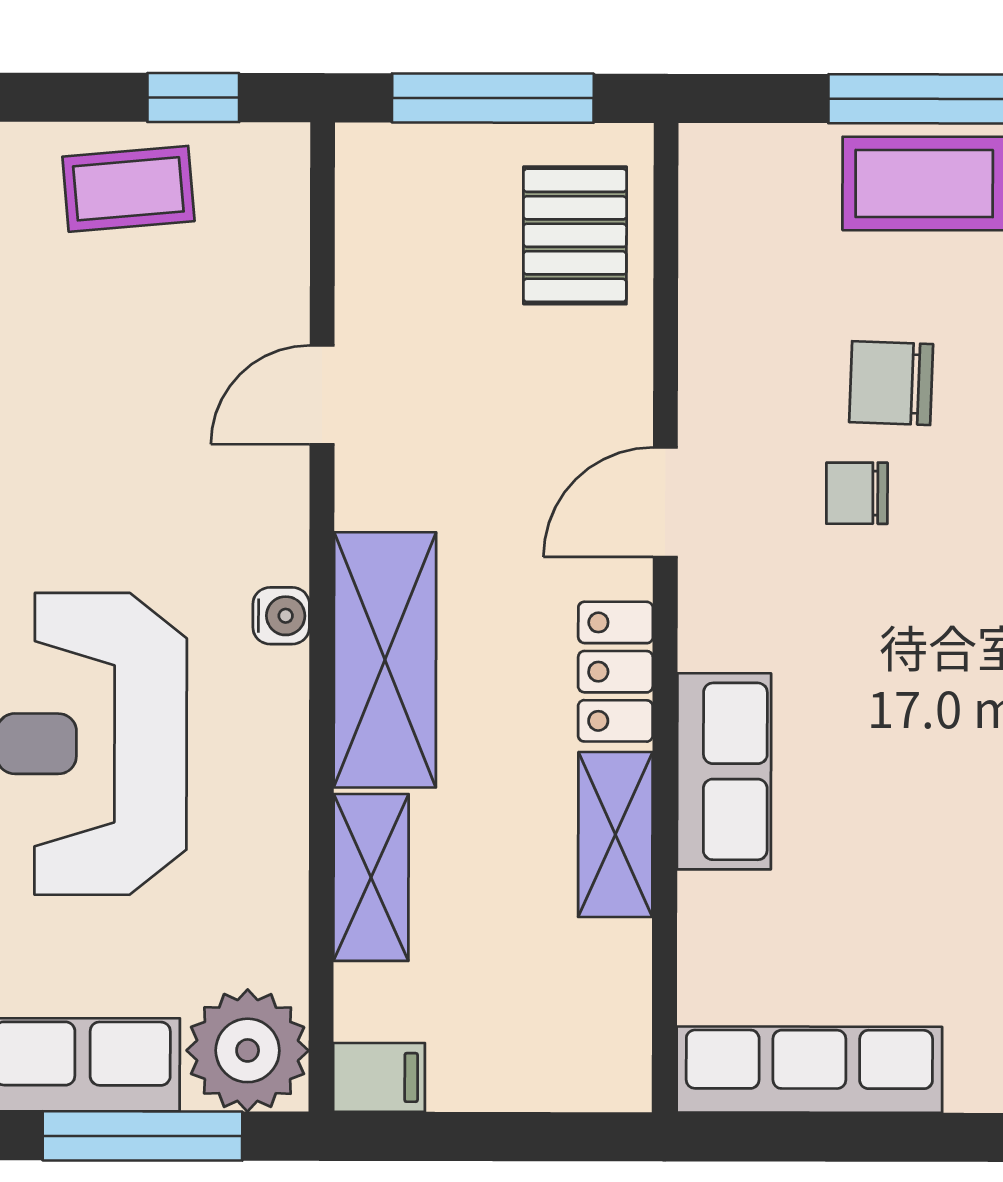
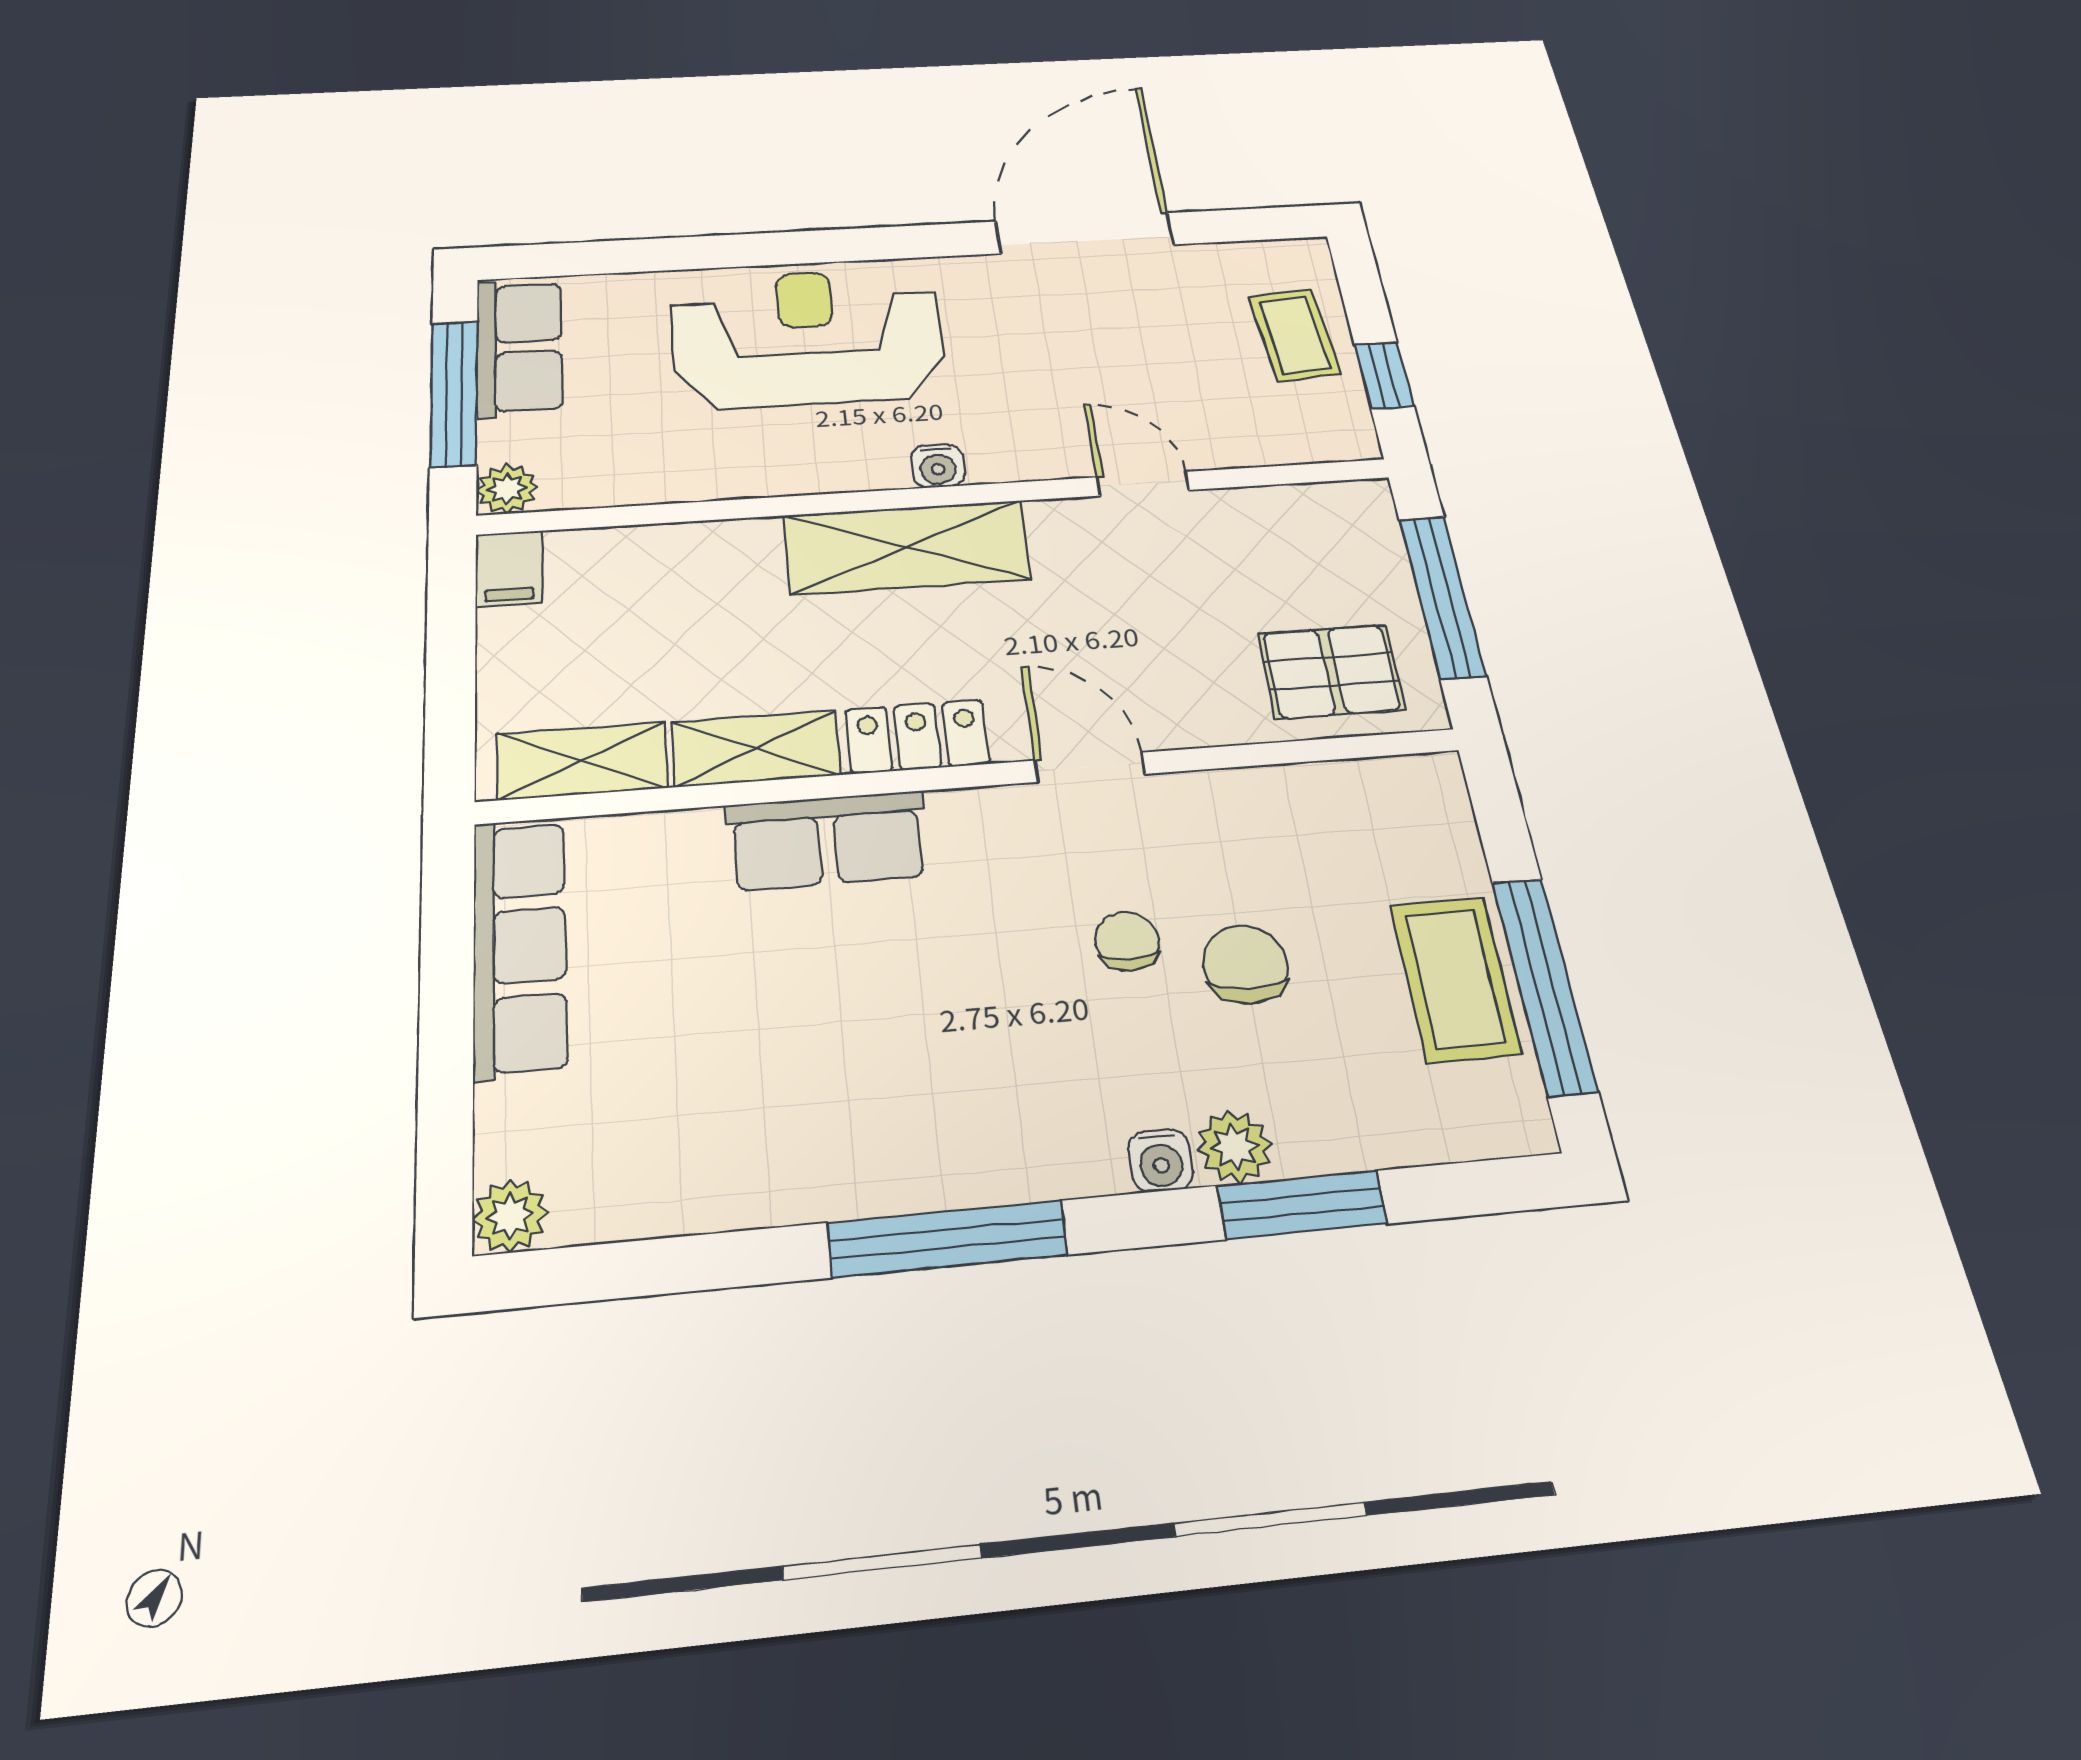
shelving: (371, 877) -> (582, 761), moved
plant: (248, 1050) -> (507, 489), width x0.53, depth x0.53

